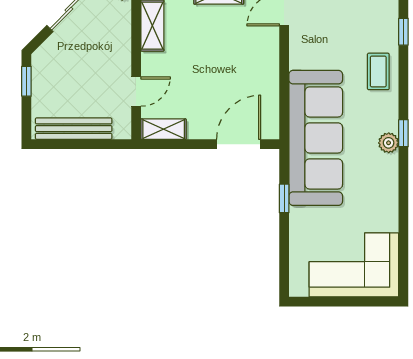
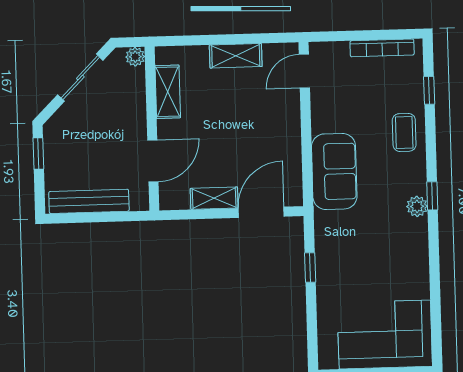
door: (136, 92) -> (153, 161), width x1.38
shelving: (164, 129) -> (214, 198), moved
sofa: (316, 138) -> (334, 171), width x0.54, depth x0.79

